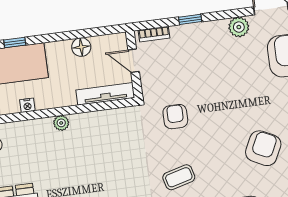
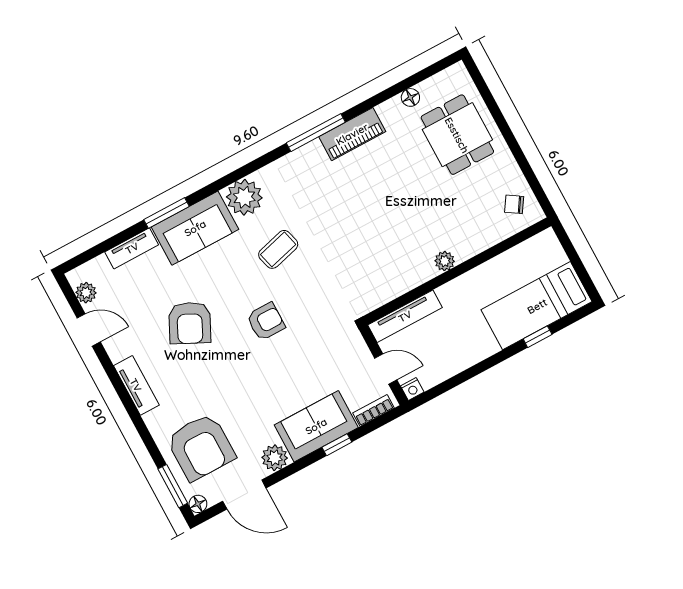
sofa: (200, 38) -> (316, 426), added
floor lamp: (81, 47) -> (455, 362), removed
nightstand: (27, 105) -> (412, 389), moved, turned 180
armchair: (175, 117) -> (266, 322), moved, turned -90

